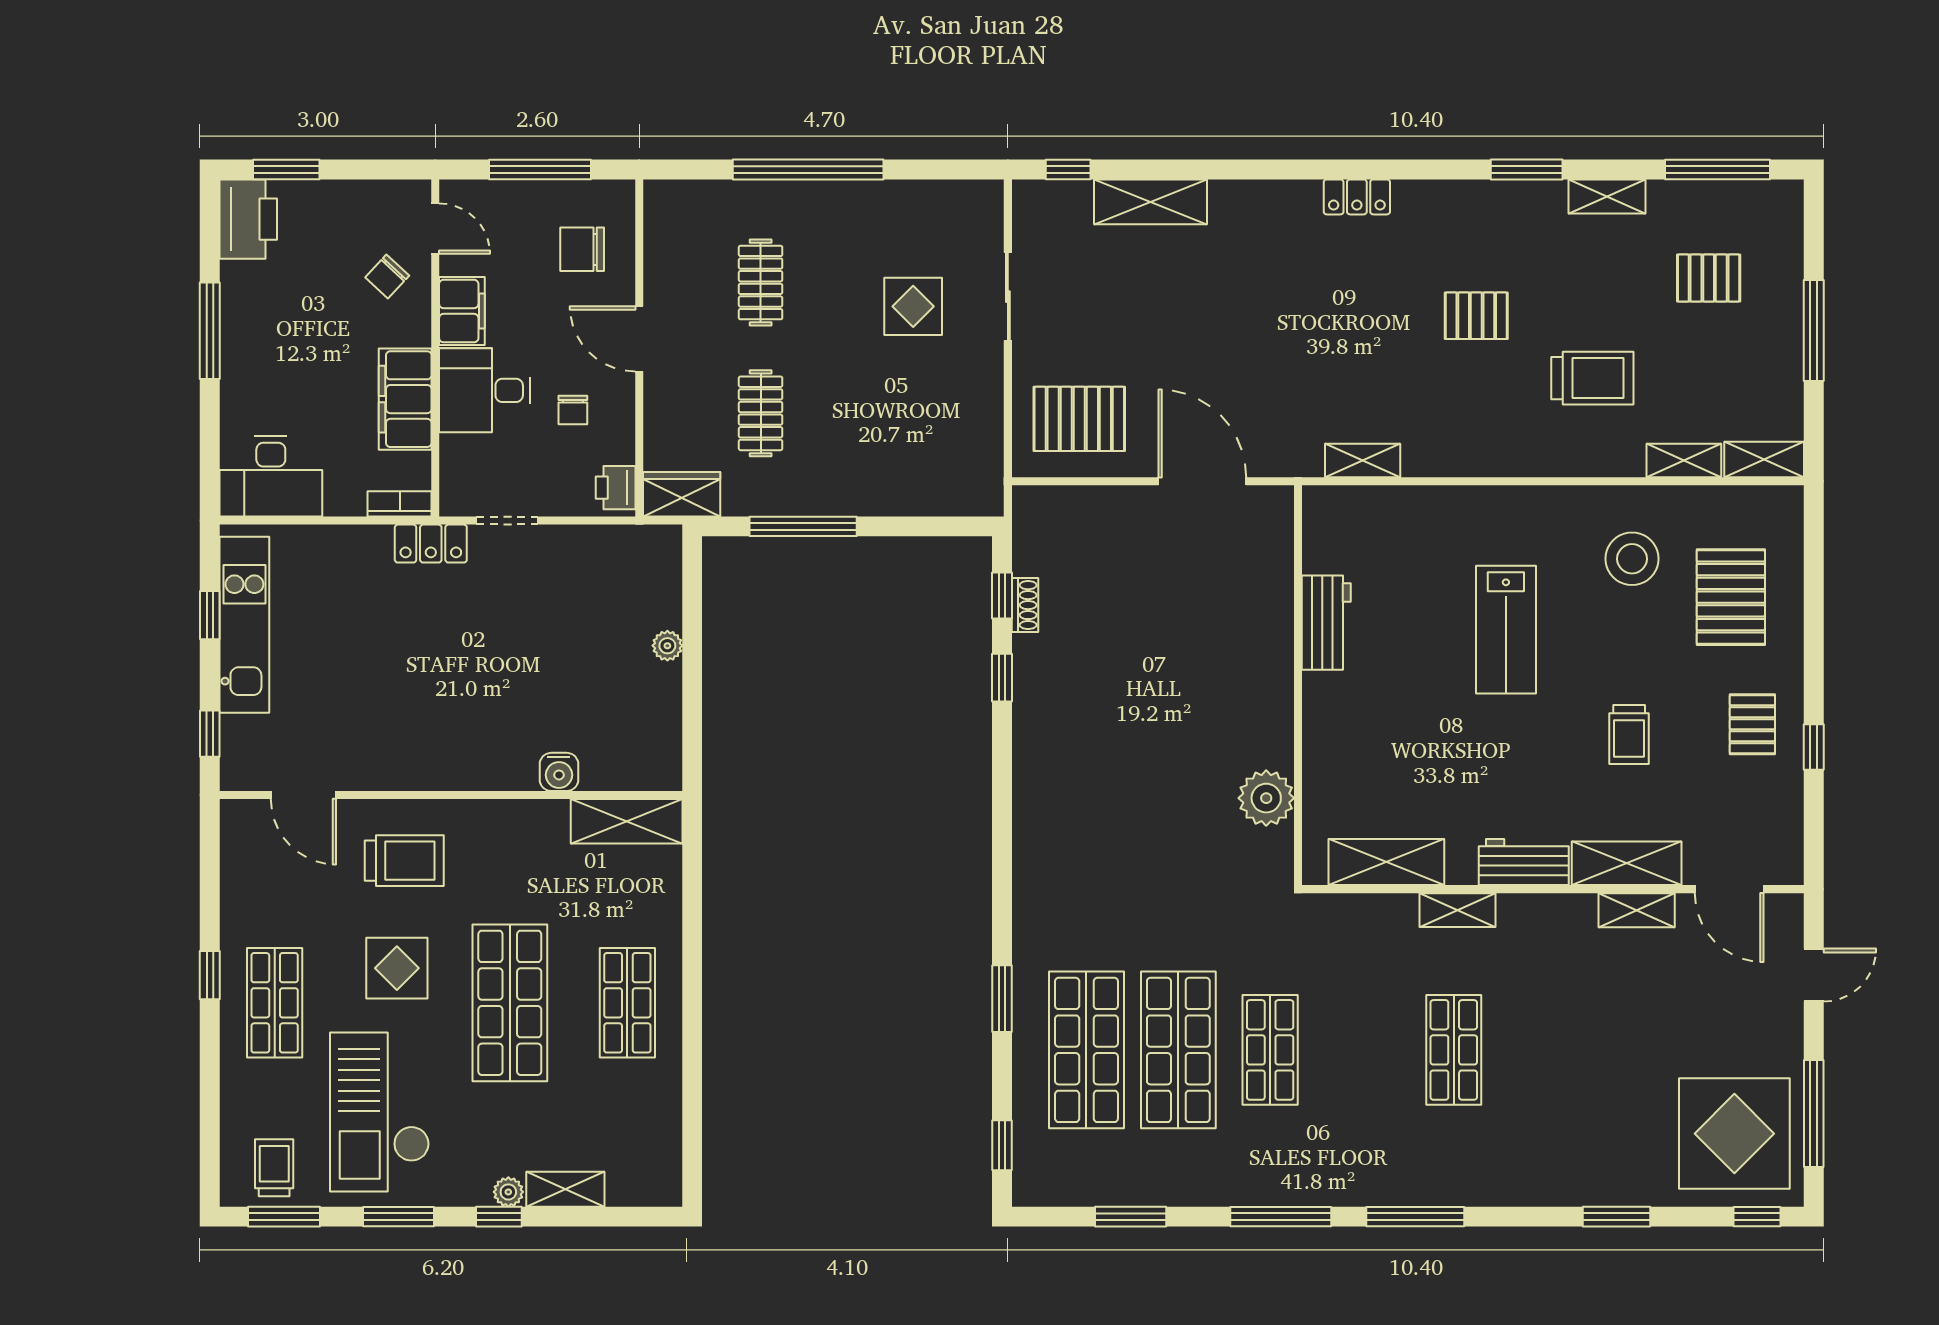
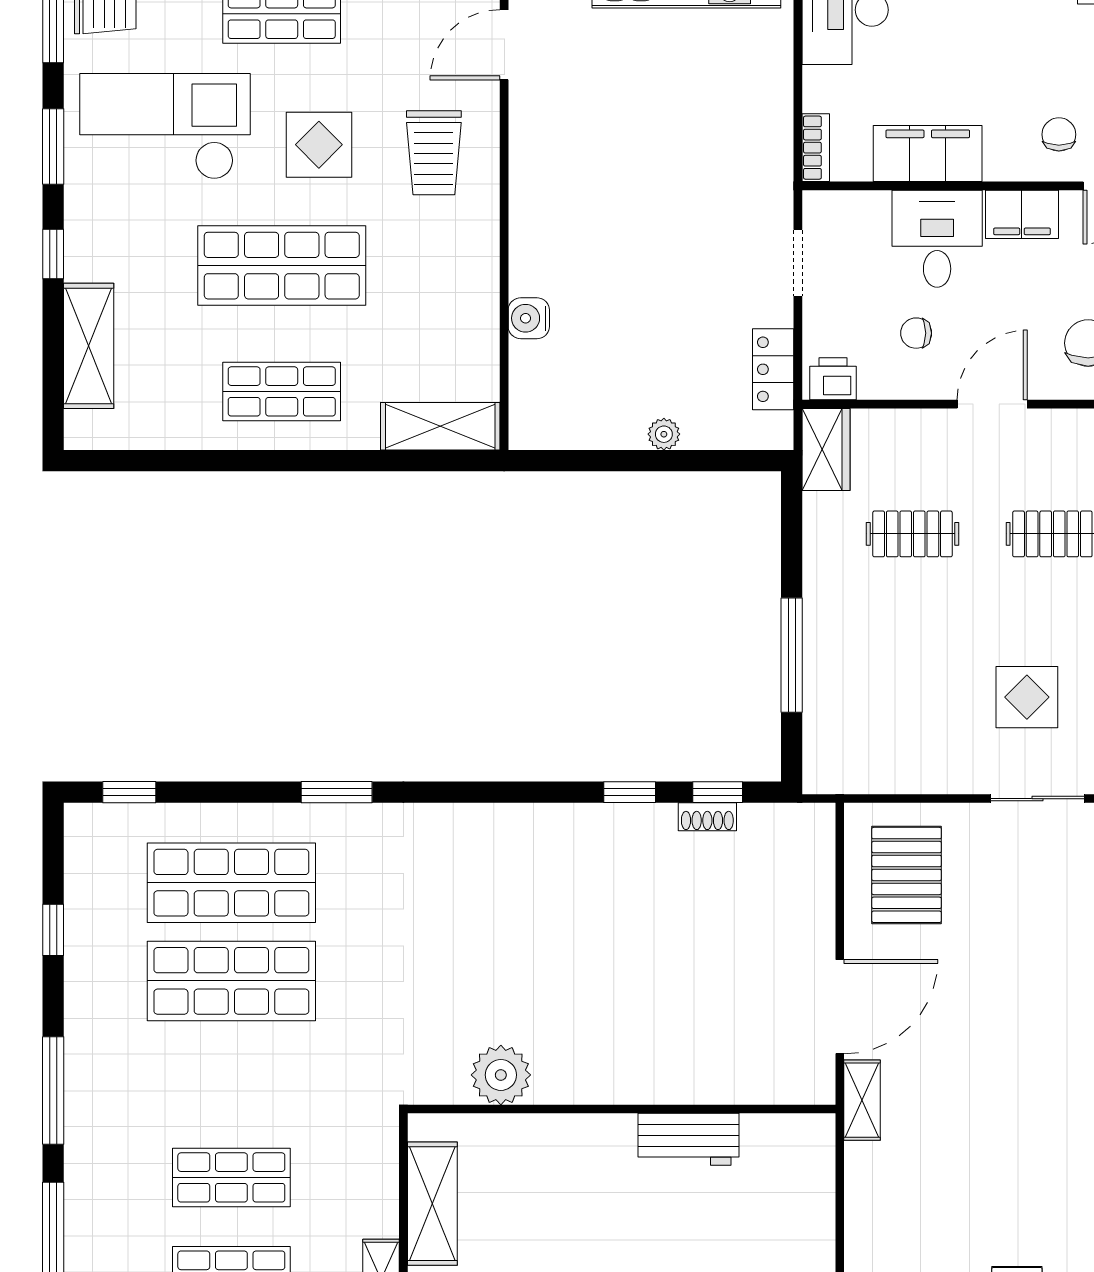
chair: (387, 277) -> (1059, 134), turned 47
shelving: (1363, 460) -> (862, 1100), moved
window: (803, 526) -> (792, 655), moved
locker: (431, 544) -> (773, 369), moved
shelving: (627, 821) -> (440, 426), moved, turned 90
window: (1002, 999) -> (337, 792), moved
shop shelf: (1270, 1050) -> (231, 1177), moved
shelving: (565, 1189) -> (89, 346), width x1.50, depth x1.33
plant: (508, 1192) -> (79, 264), removed
window: (1131, 1217) -> (53, 930), width x0.67

